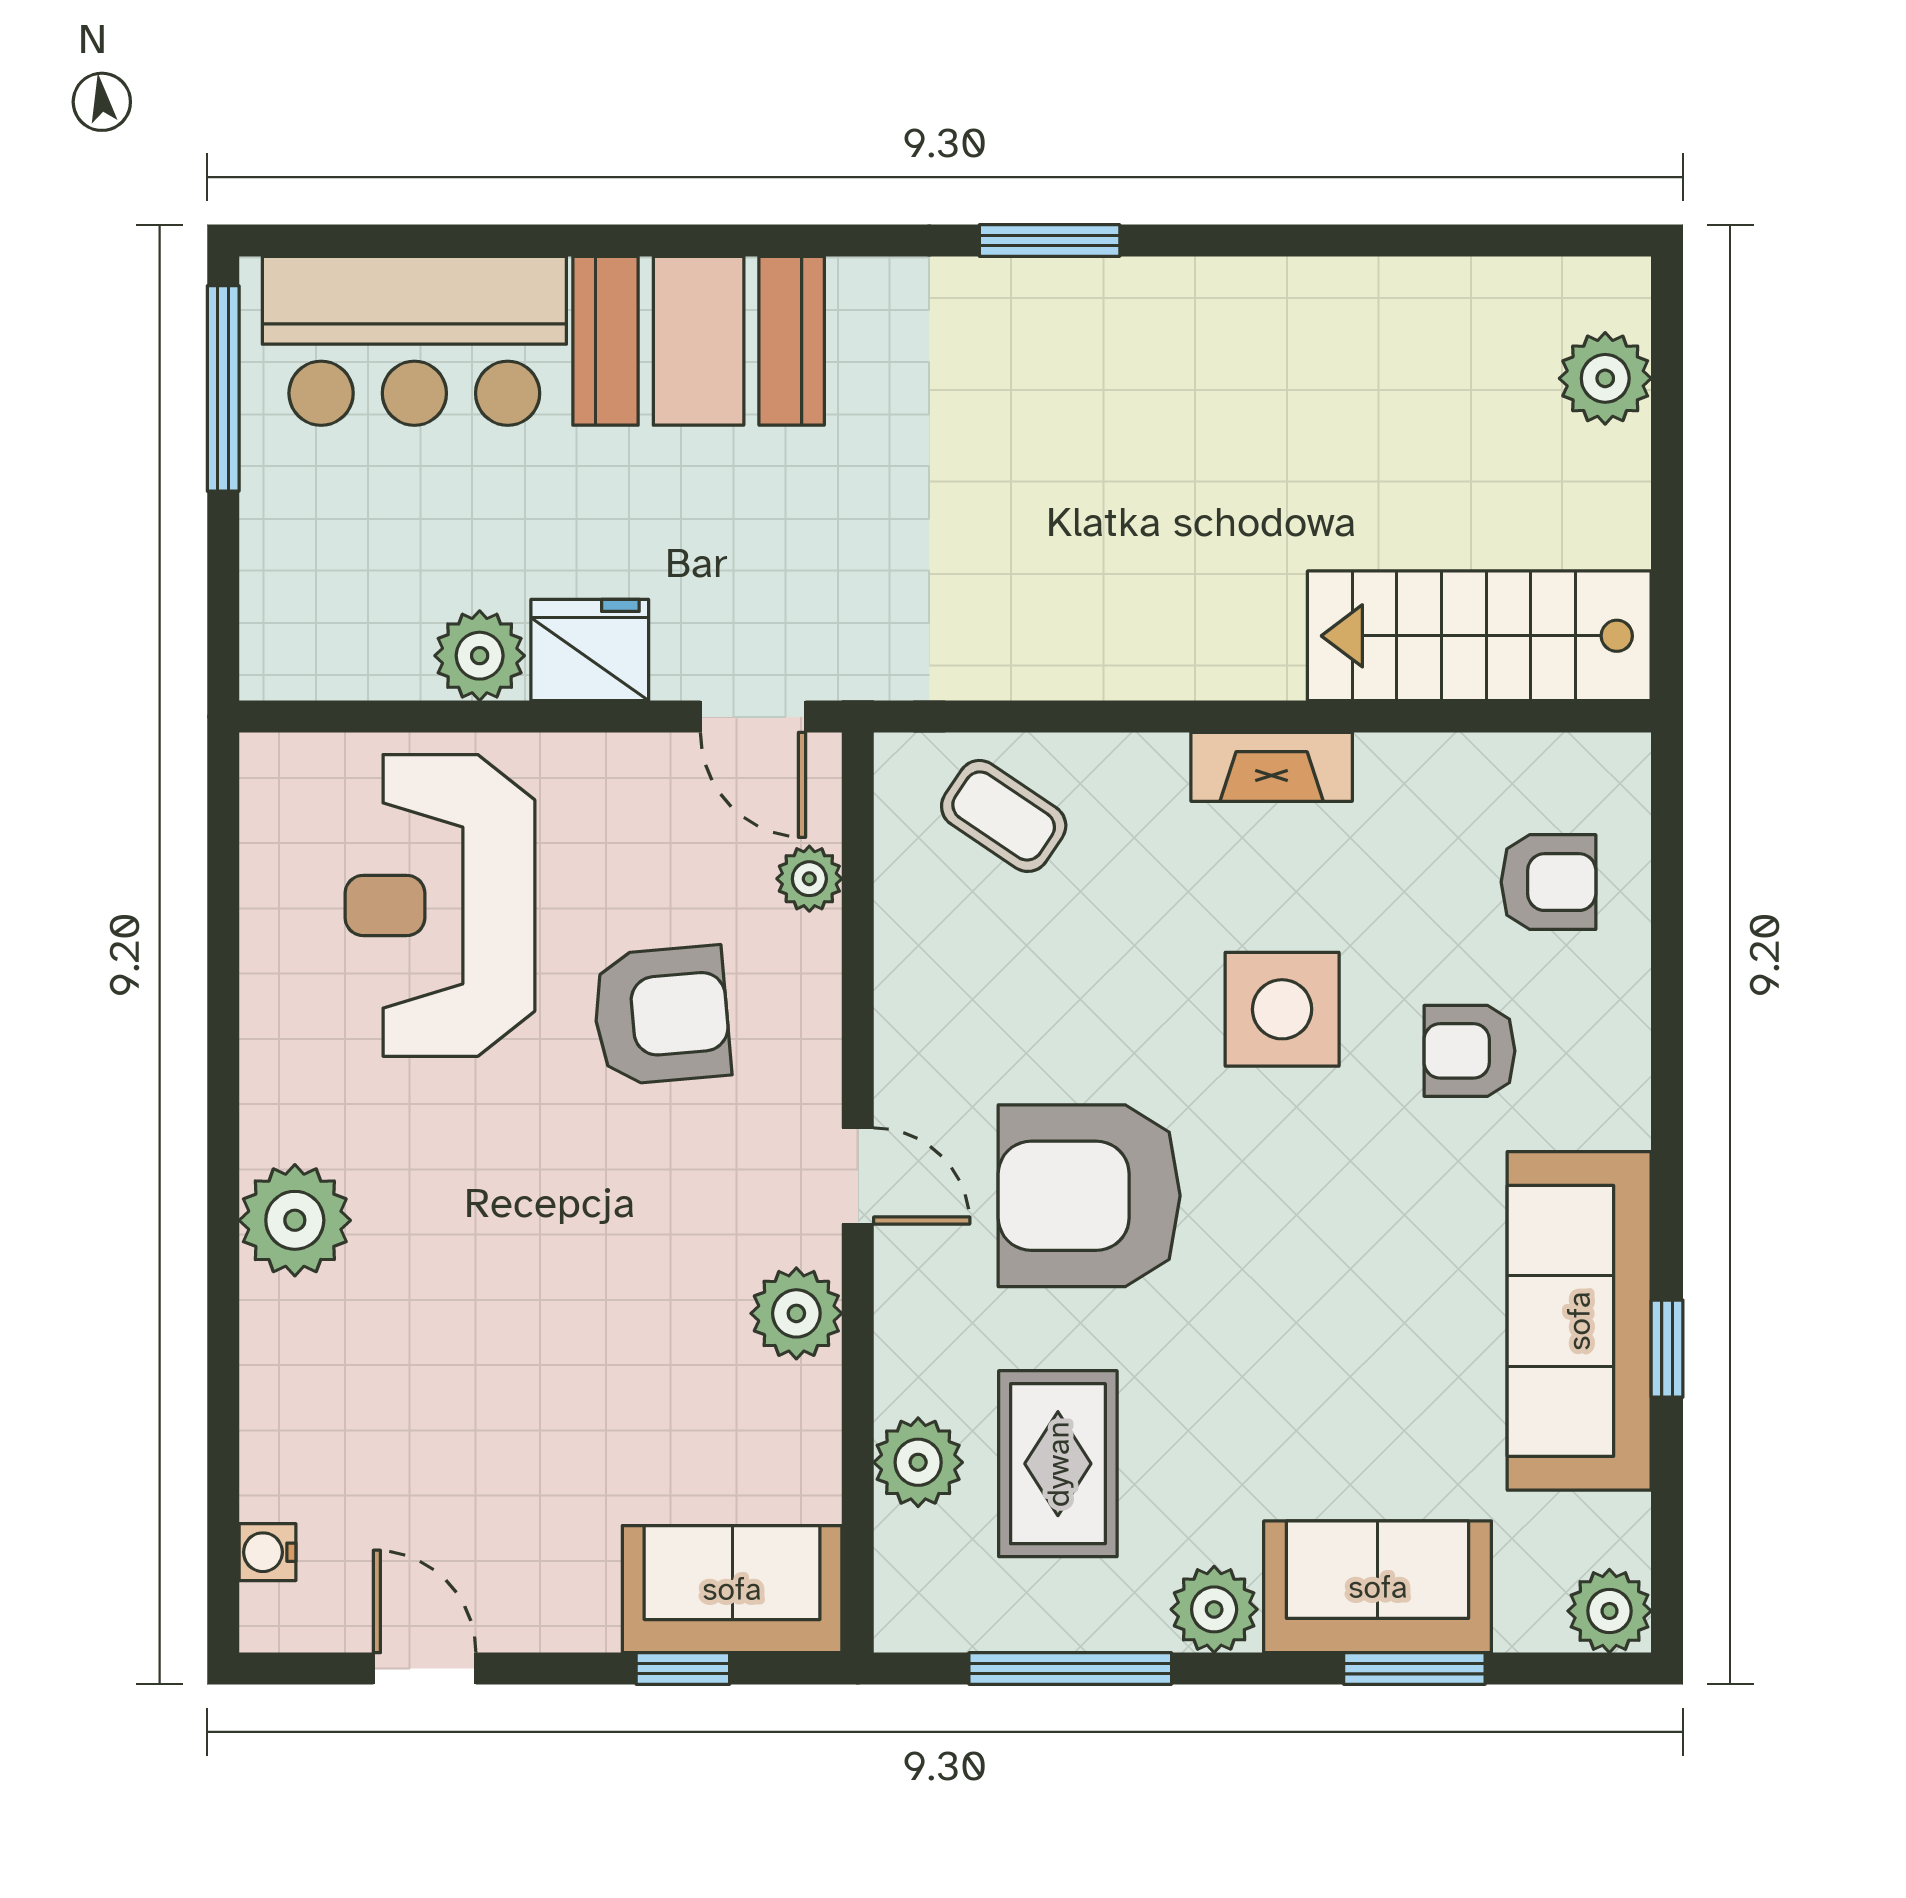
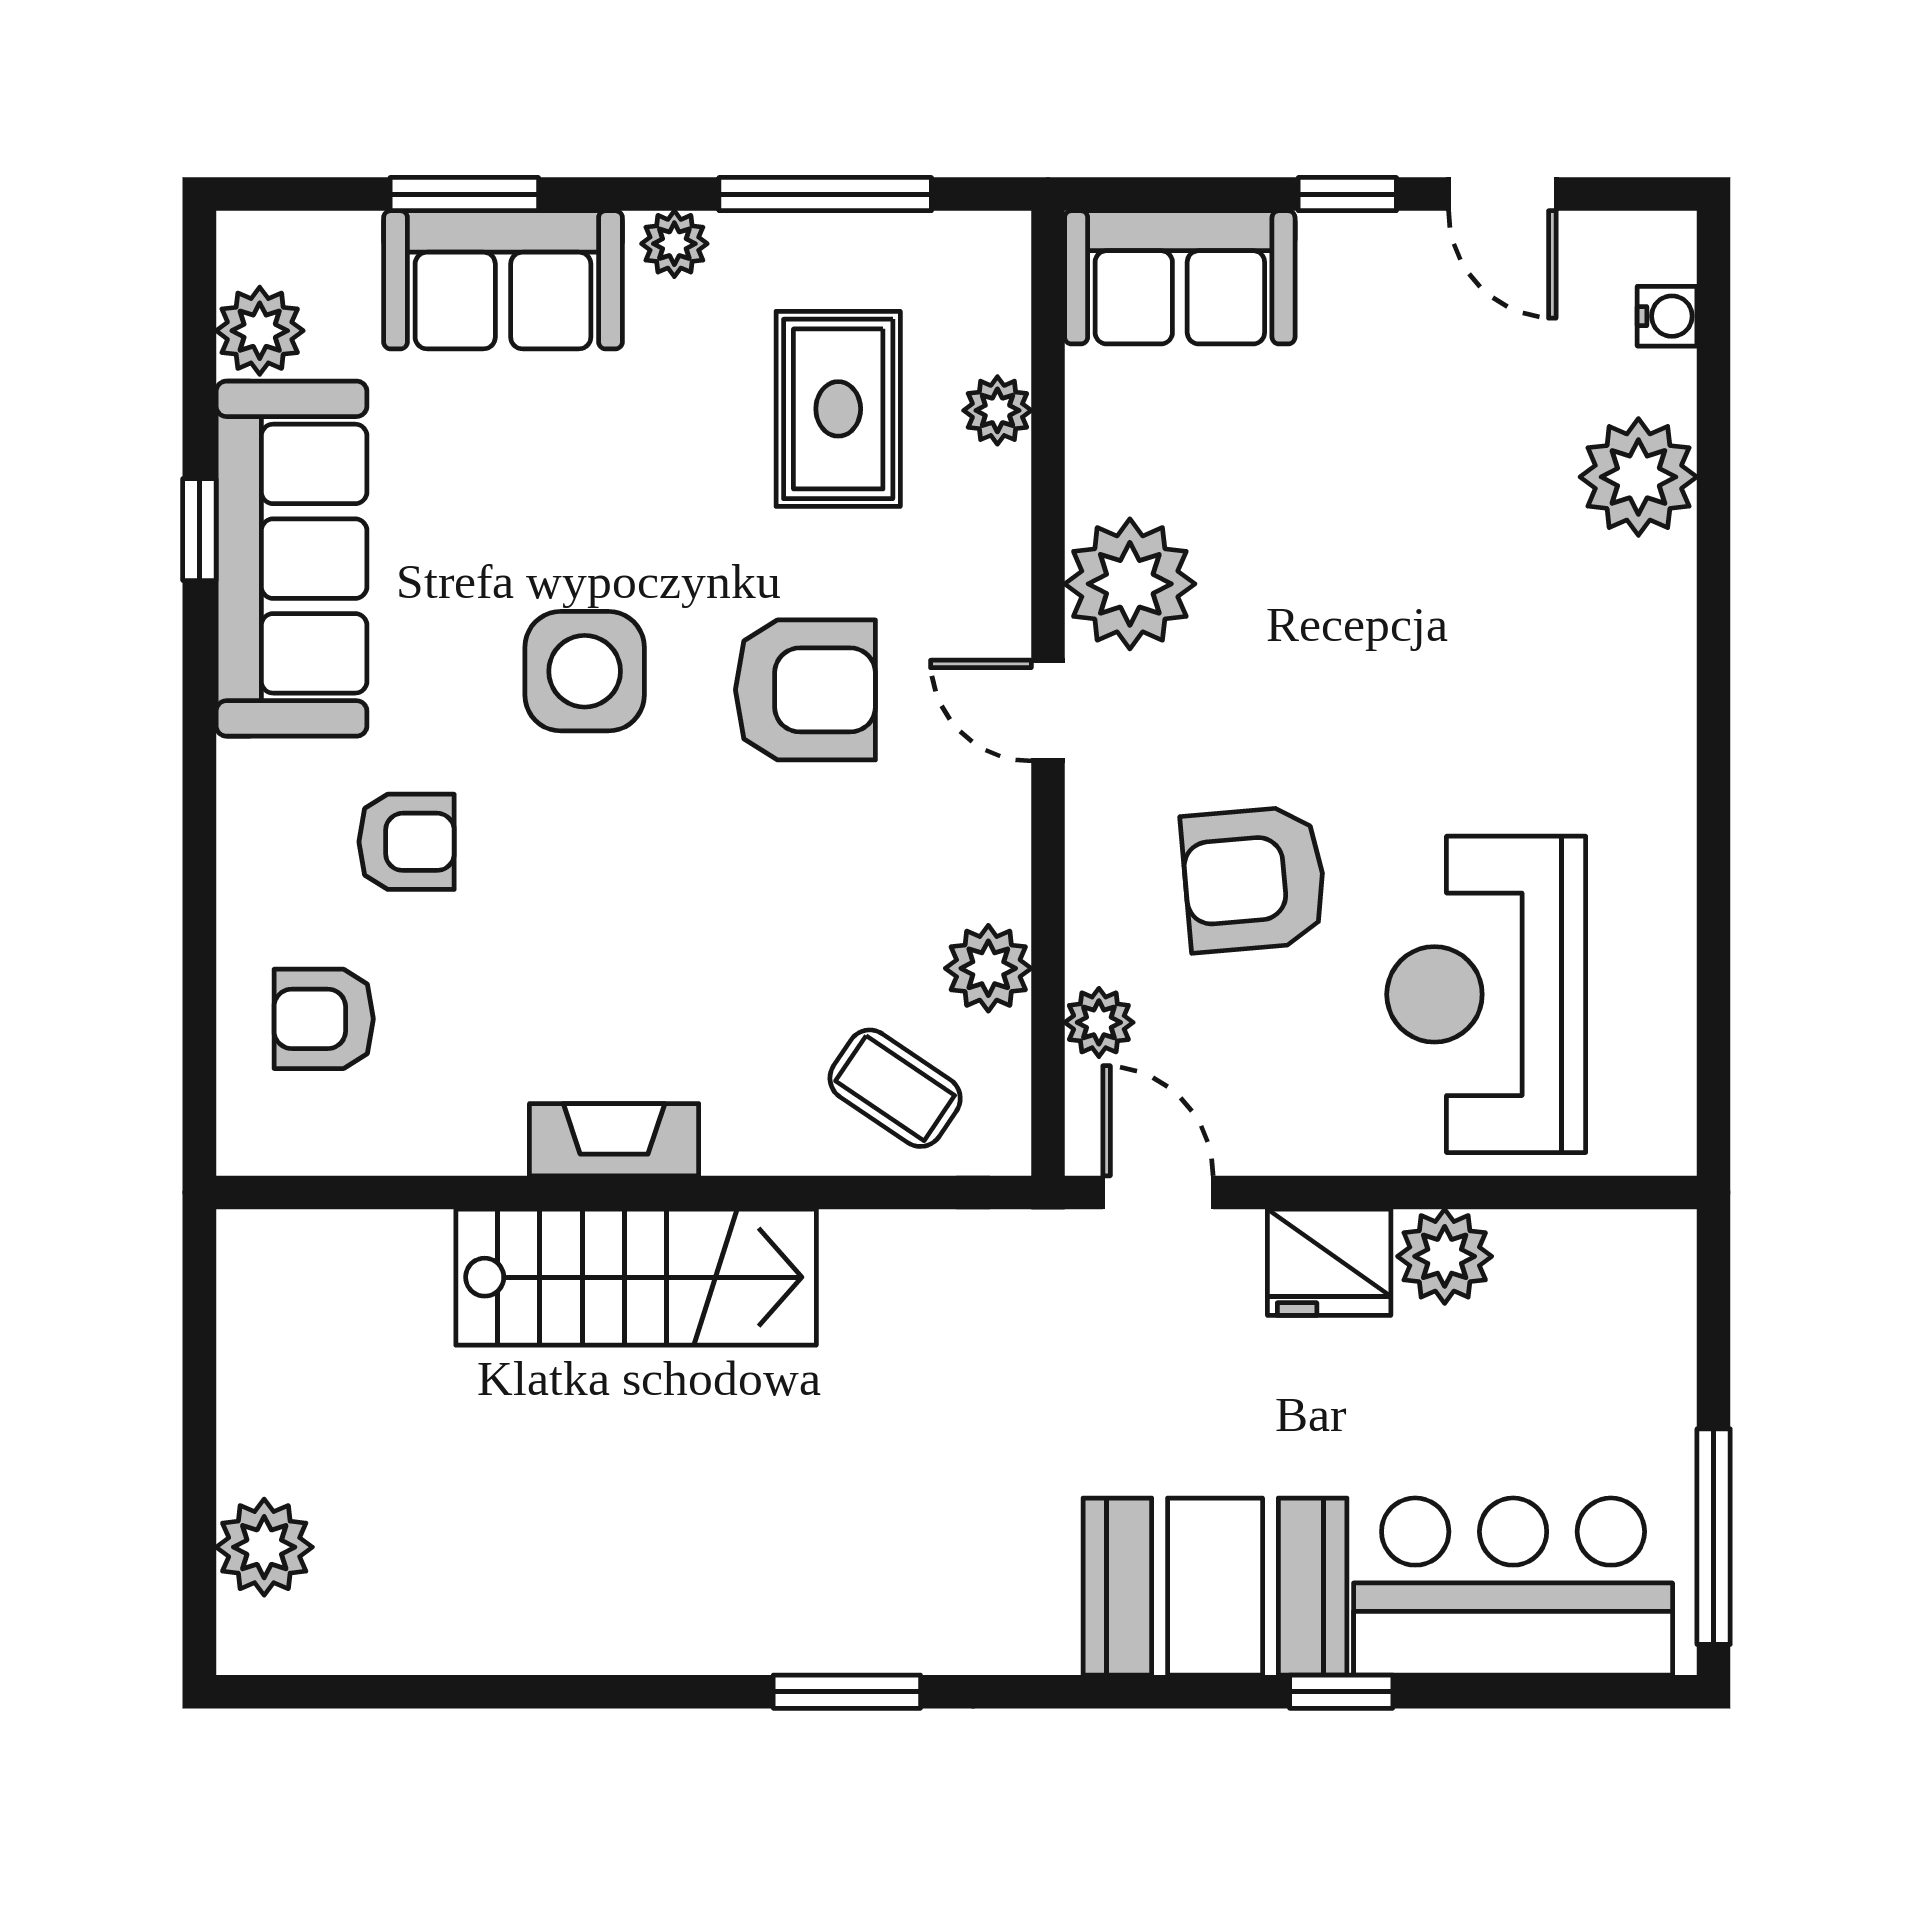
window: (578, 241) -> (1341, 1692), added
stairs: (1479, 636) -> (636, 1277), moved
reception desk: (440, 905) -> (1486, 994), turned 180
plant: (915, 930) -> (988, 968), added
side table: (1282, 1009) -> (585, 671), moved
armchair: (1089, 1196) -> (805, 690), width x0.73, depth x0.73
plant: (295, 1220) -> (1638, 477), moved
plant: (796, 1313) -> (1130, 584), width x1.36, depth x1.36
plant: (918, 1462) -> (997, 410), width x0.73, depth x0.73
plant: (1214, 1609) -> (674, 244), width x0.73, depth x0.73
plant: (1609, 1611) -> (260, 331), moved
window: (683, 1668) -> (1347, 194), moved

